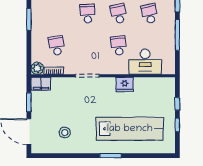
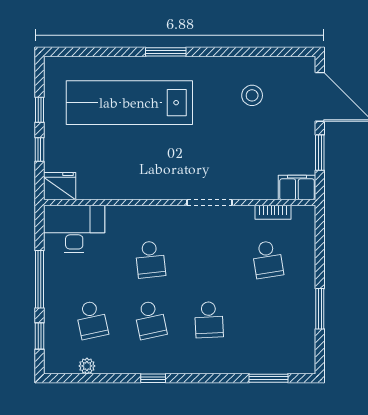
desk: (145, 62) -> (74, 229), moved
plant: (37, 68) -> (304, 217), removed
fridge: (125, 84) -> (60, 186), moved

